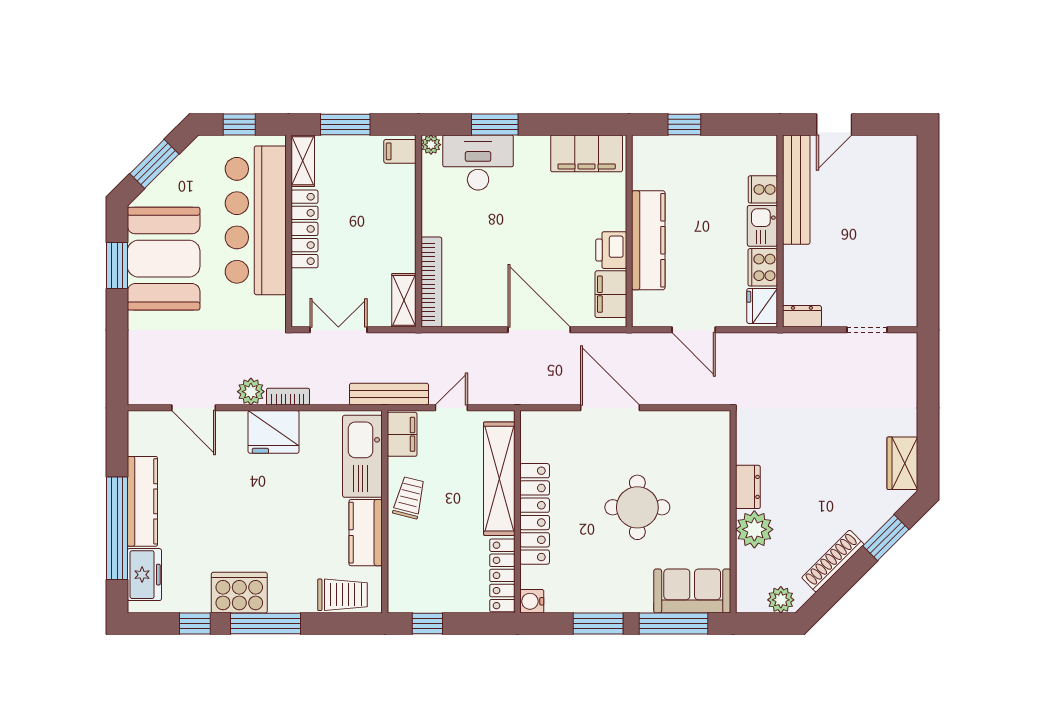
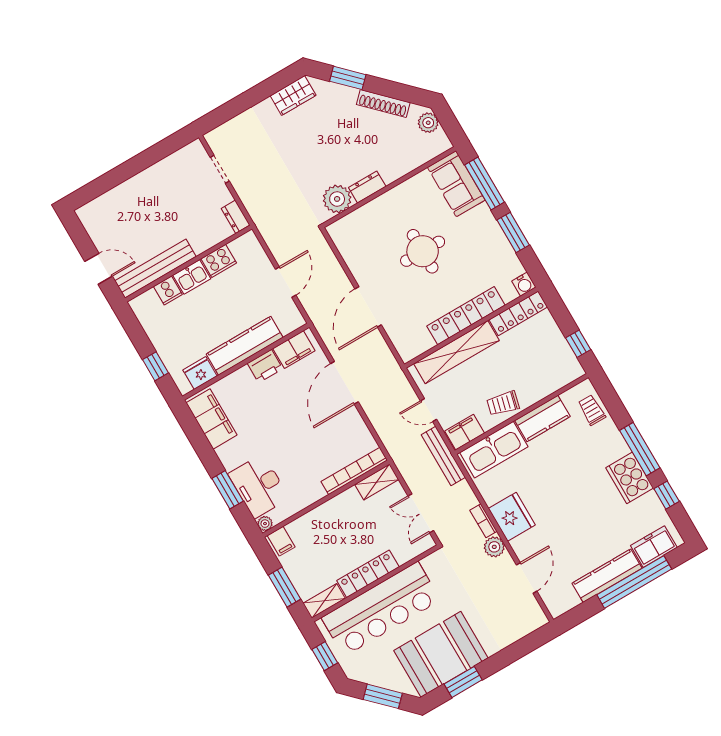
fridge: (762, 306) -> (200, 373), moved, turned 180
plant: (754, 529) -> (337, 199), moved
trolley: (342, 595) -> (592, 410), width x0.73, depth x0.72

